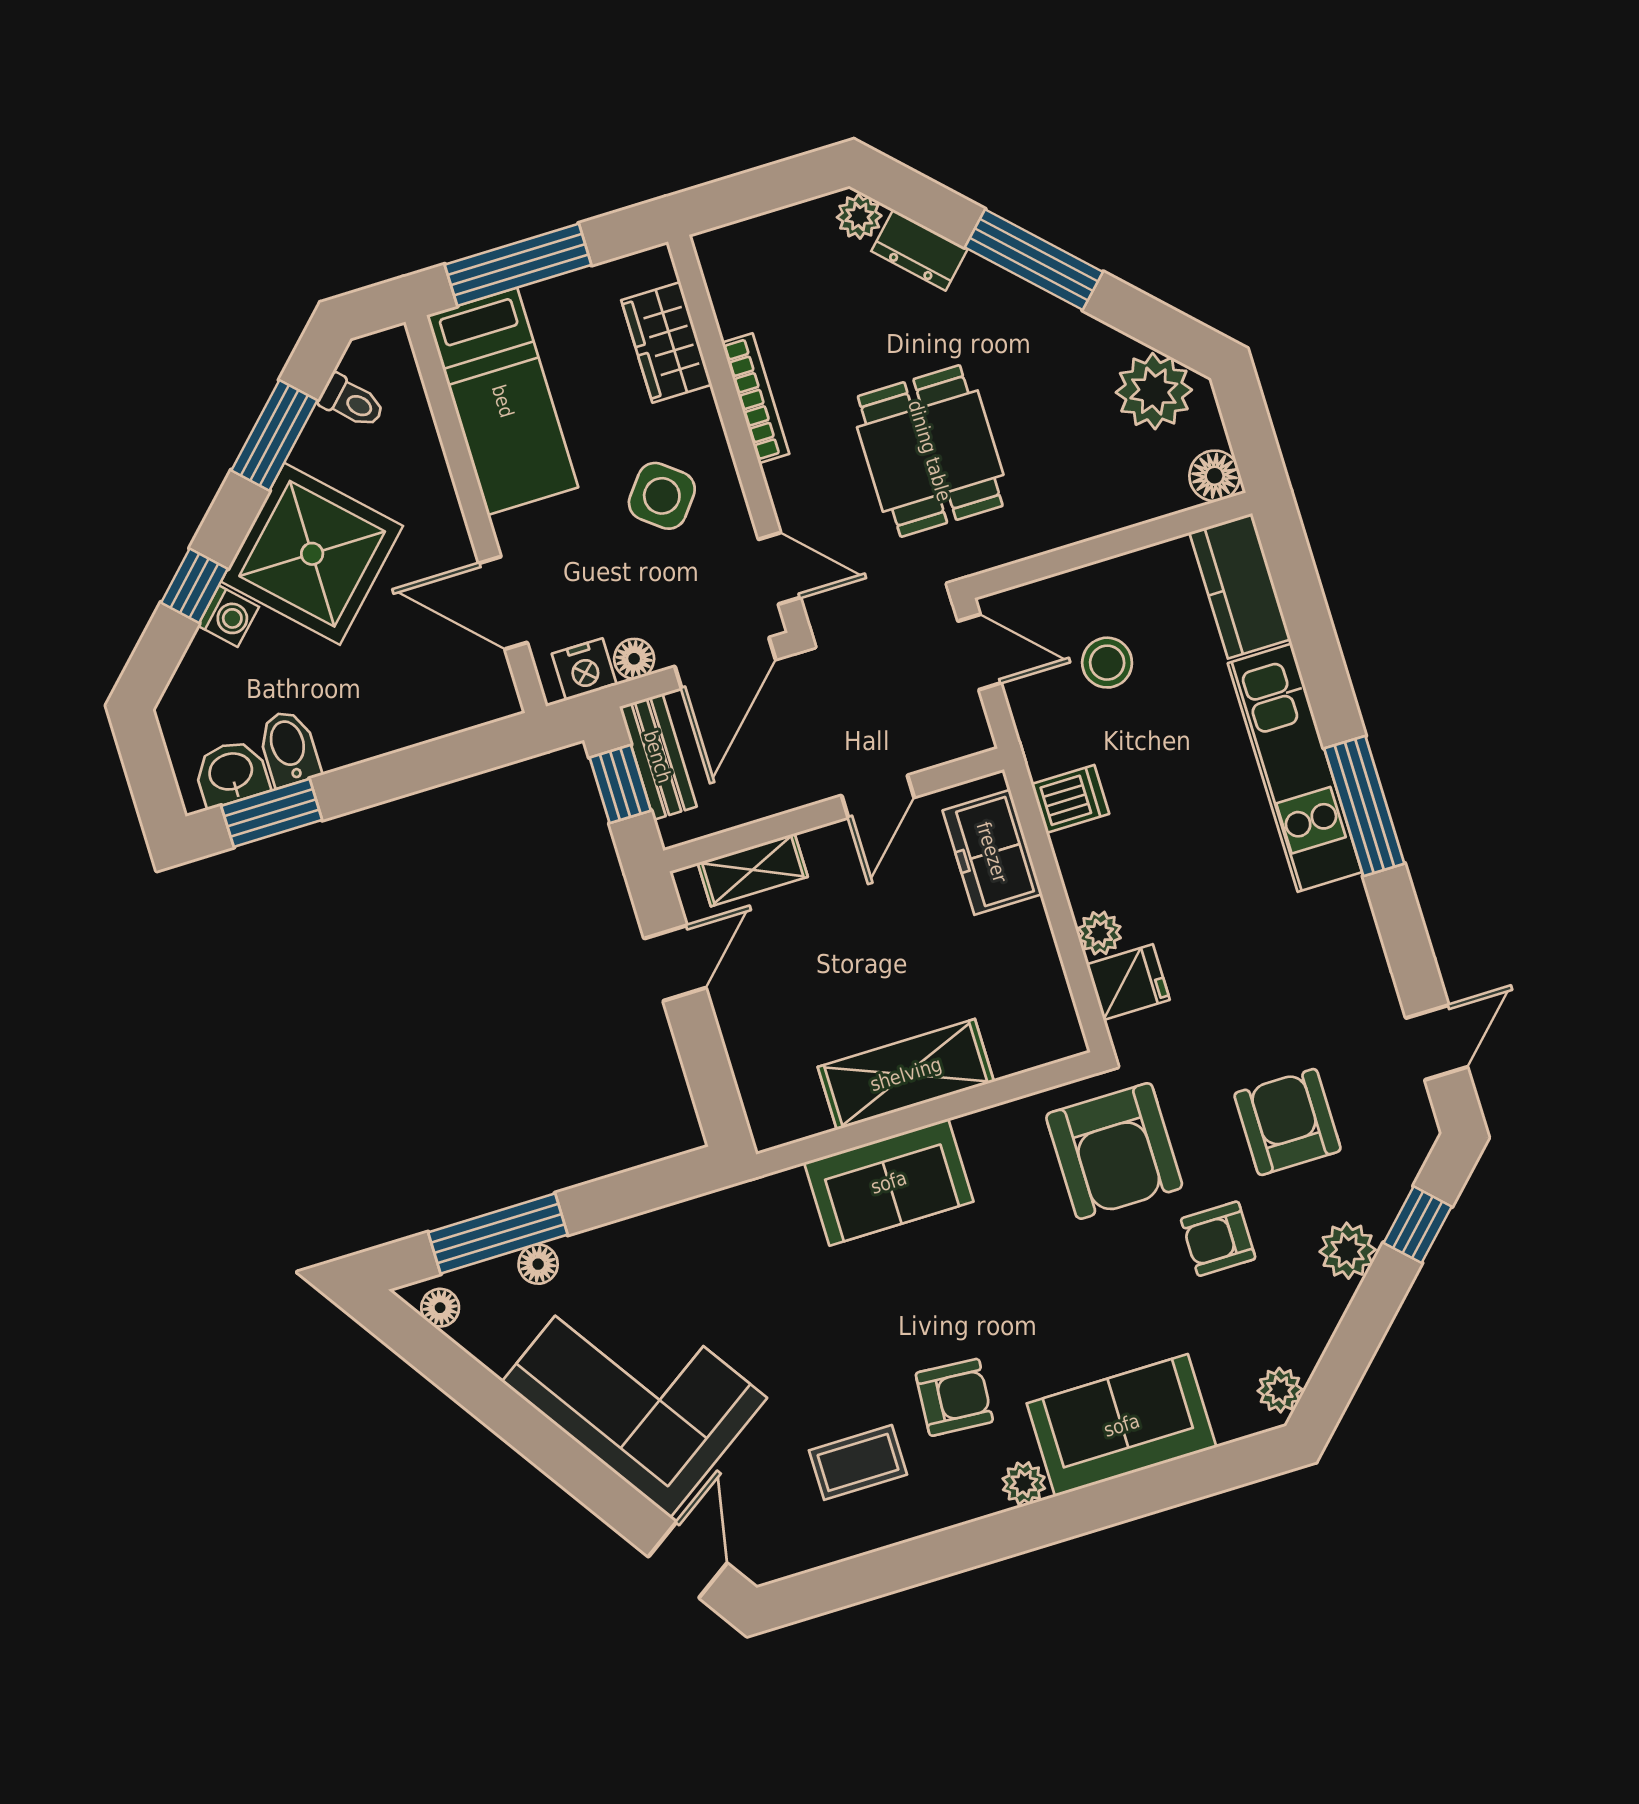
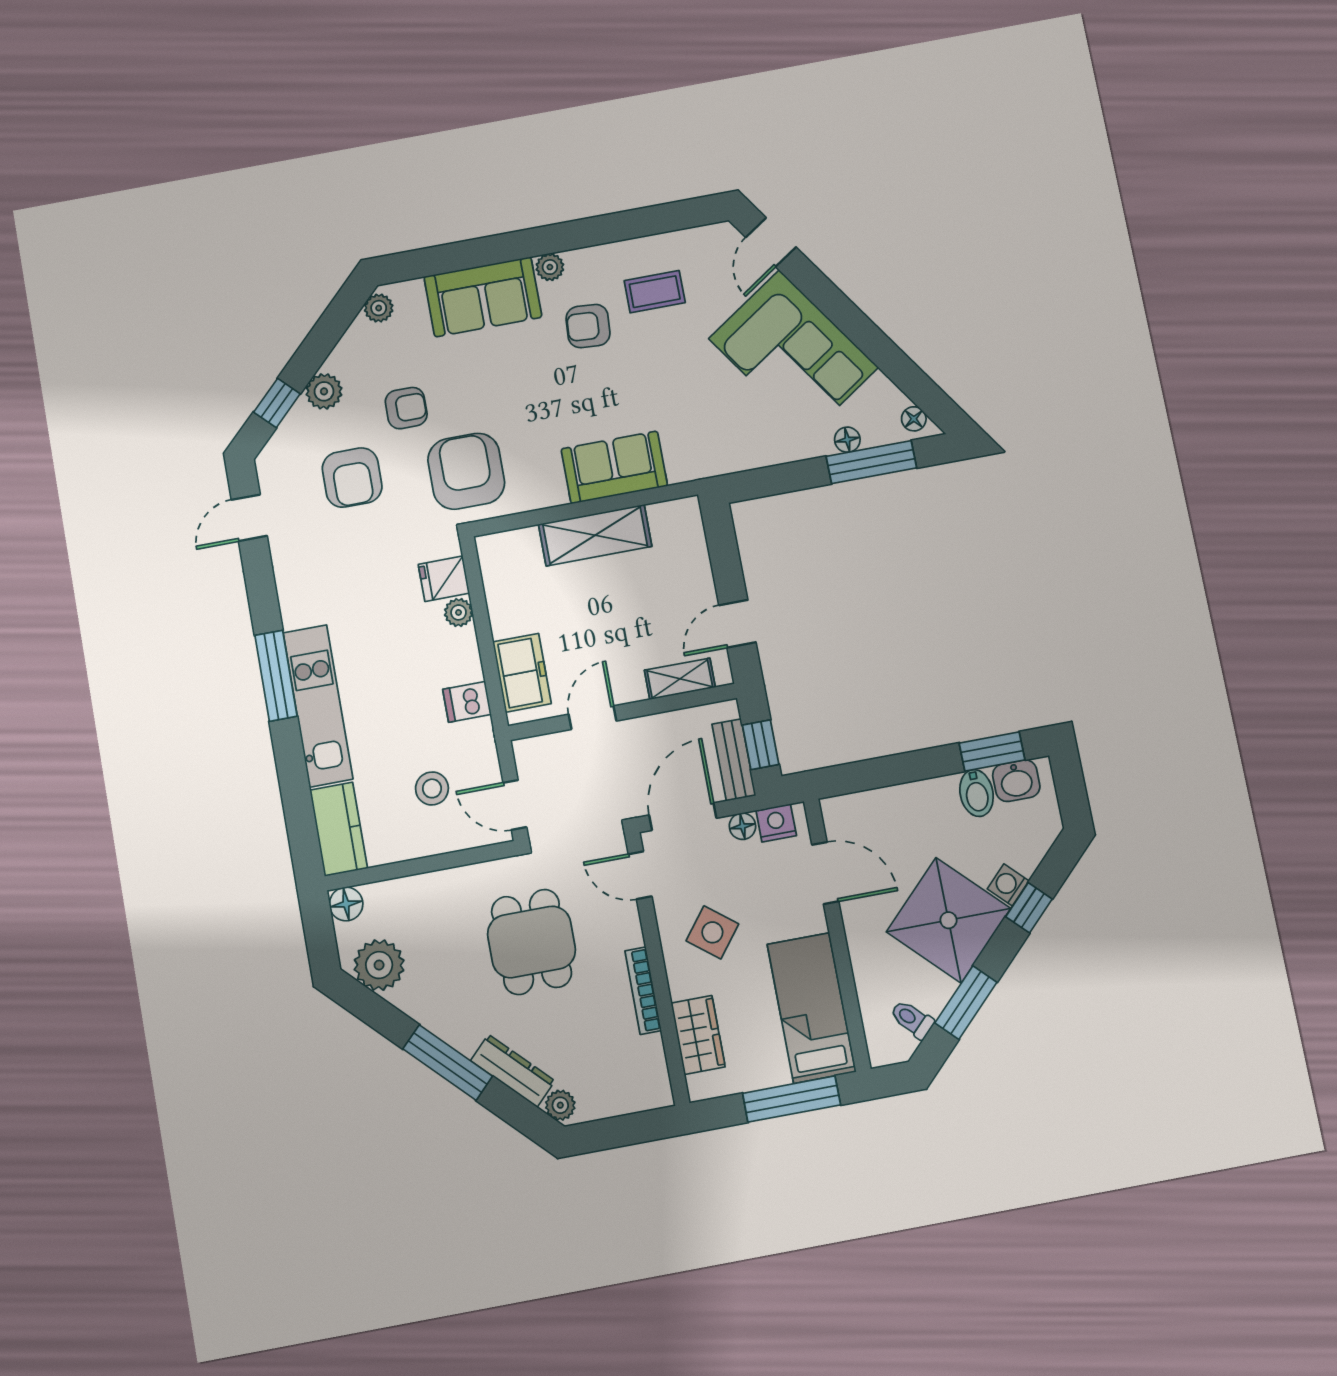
dresser: (919, 250) -> (513, 1071), width x1.44

